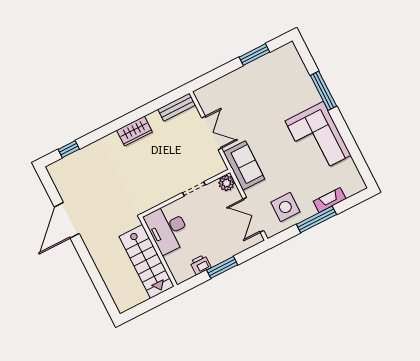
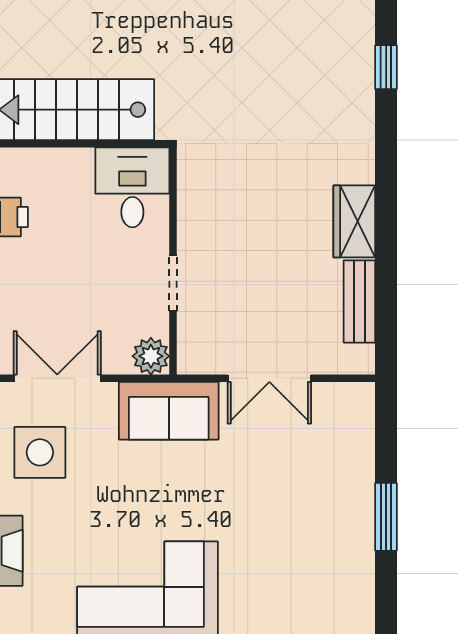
window: (254, 55) -> (386, 517), moved
bench: (177, 107) -> (359, 302), moved
desk: (168, 229) -> (132, 187), width x0.73

